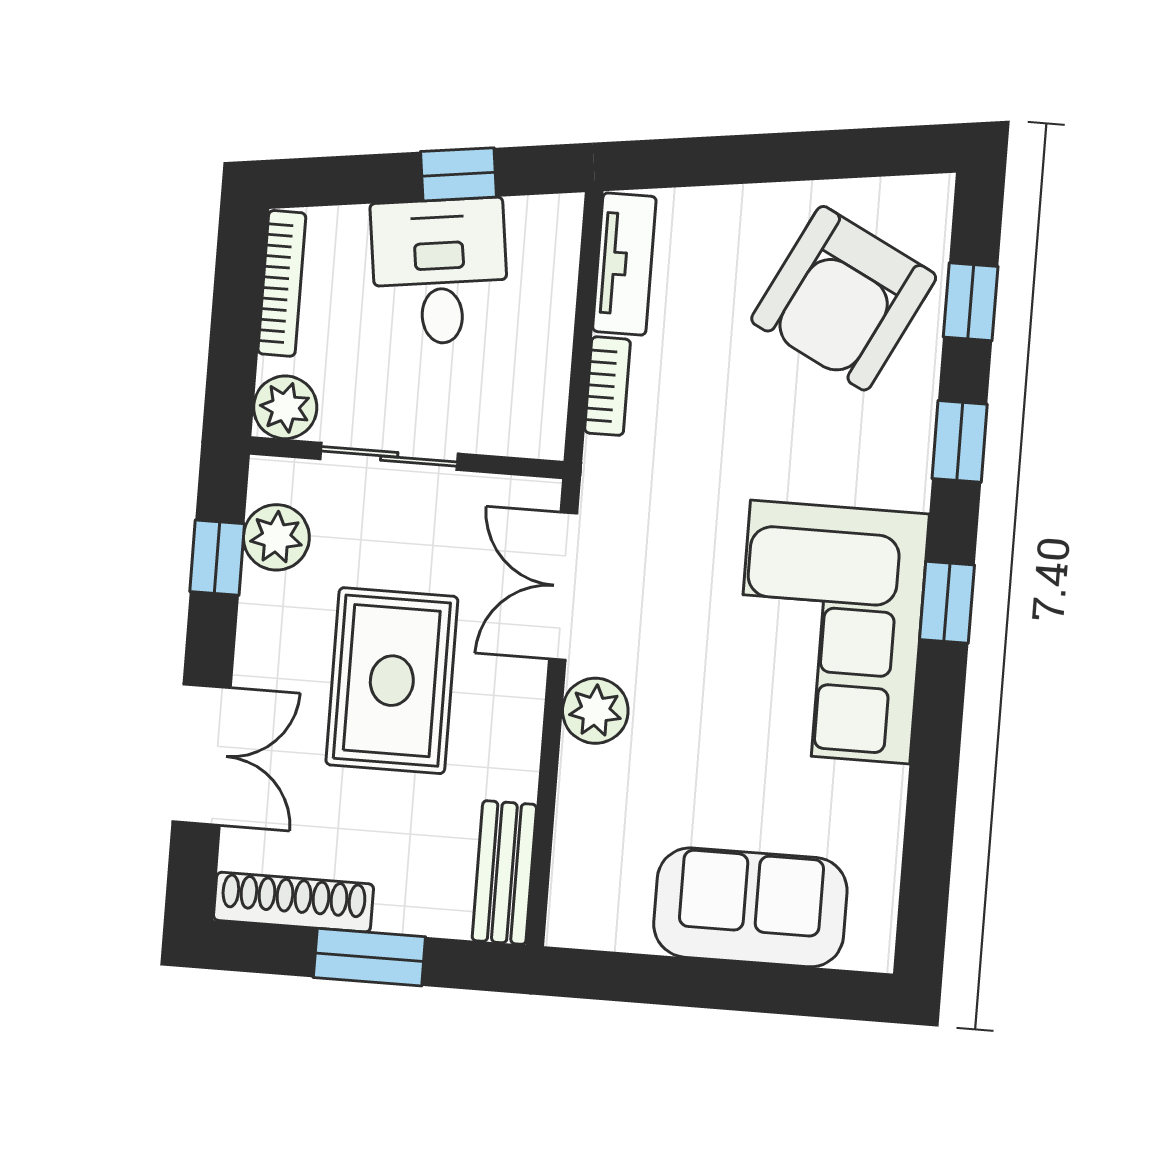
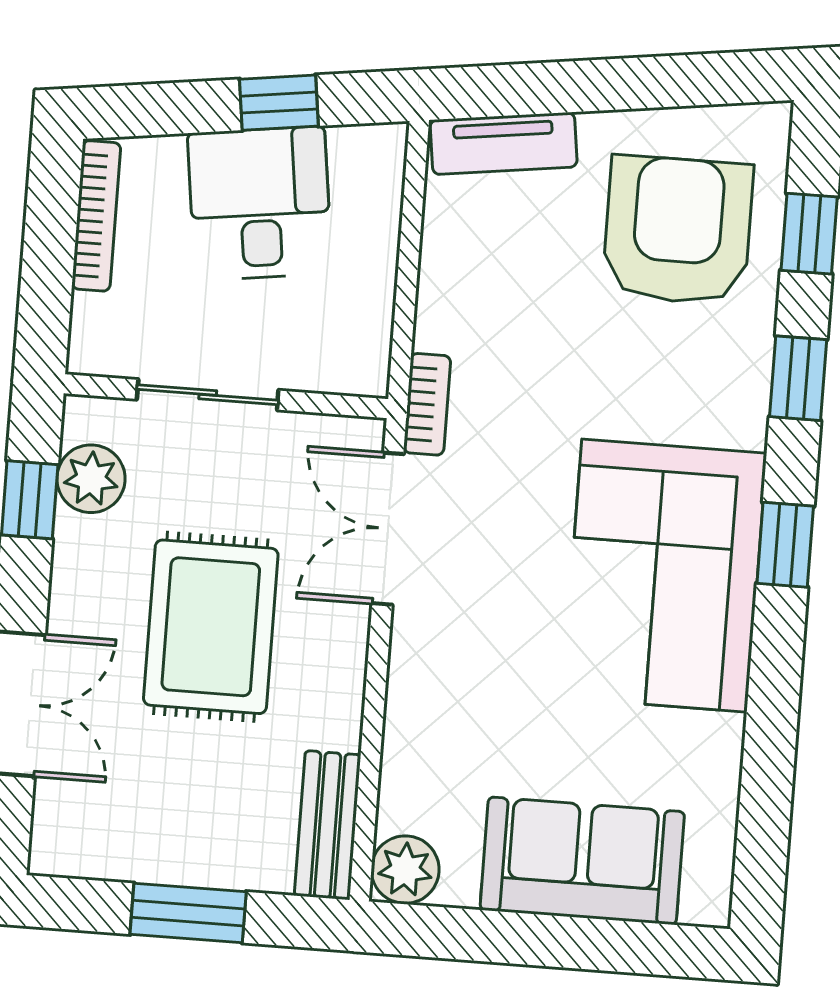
tv unit: (624, 264) -> (504, 143), moved, turned 82
armchair: (844, 298) -> (678, 230), turned 153
bookcase: (607, 386) -> (427, 404), moved
plant: (285, 407) -> (100, 344), removed
plant: (595, 711) -> (405, 870), moved
shoe rack: (293, 902) -> (109, 856), removed

